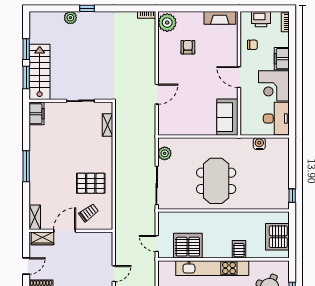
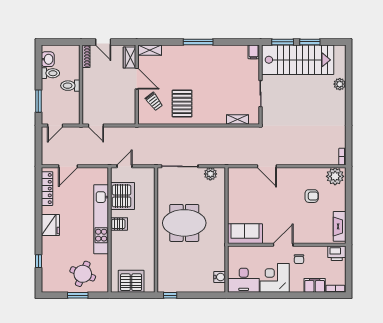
window: (87, 8) -> (349, 100), removed
printer: (261, 19) -> (337, 253), moved, turned -90
chair: (252, 45) -> (299, 259), moved
filing cabinet: (282, 59) -> (315, 285), moved
stairs: (40, 72) -> (298, 60), width x1.36, depth x1.51
filing cabinet: (36, 114) -> (254, 52), width x0.50
water cooler: (259, 144) -> (220, 277), moved
server rack: (239, 249) -> (119, 224), moved

